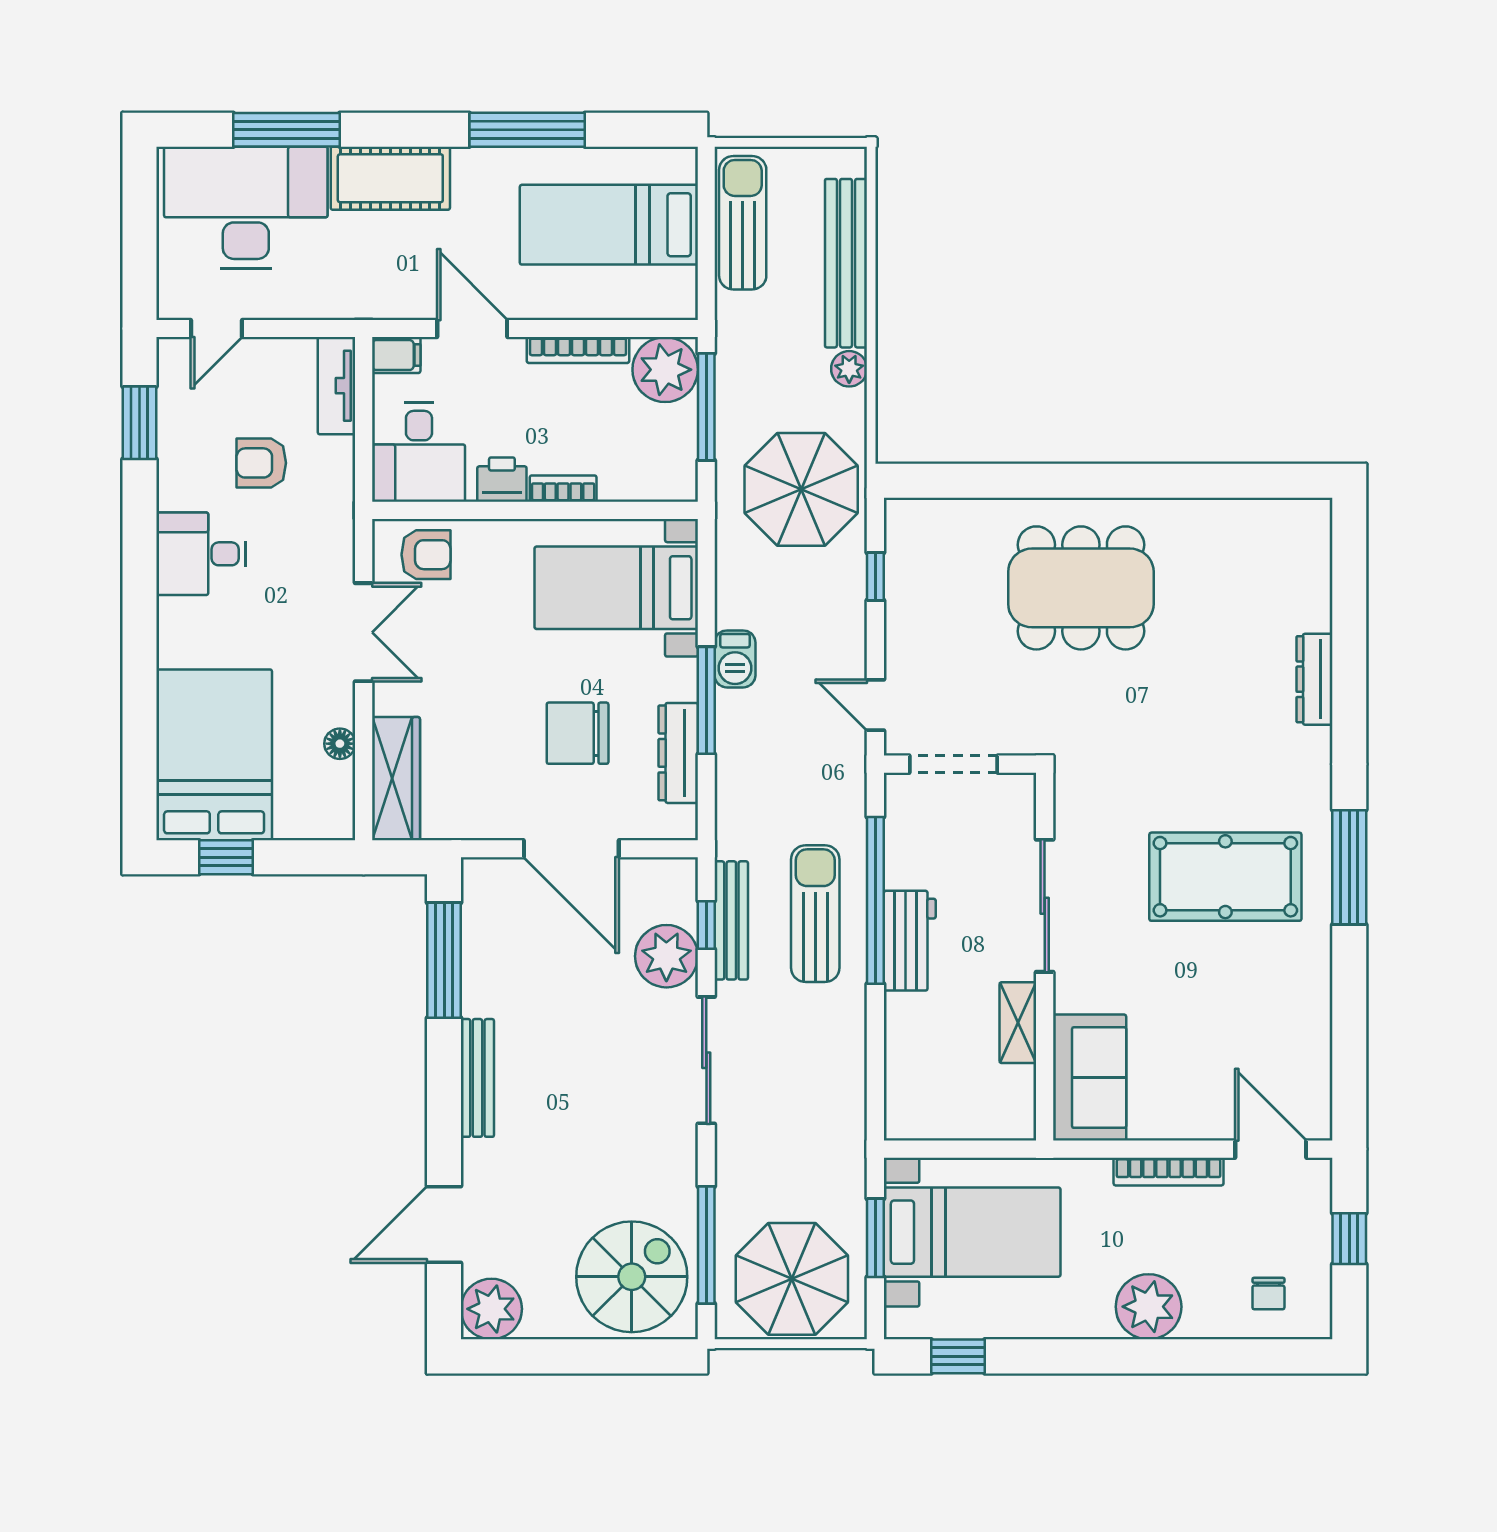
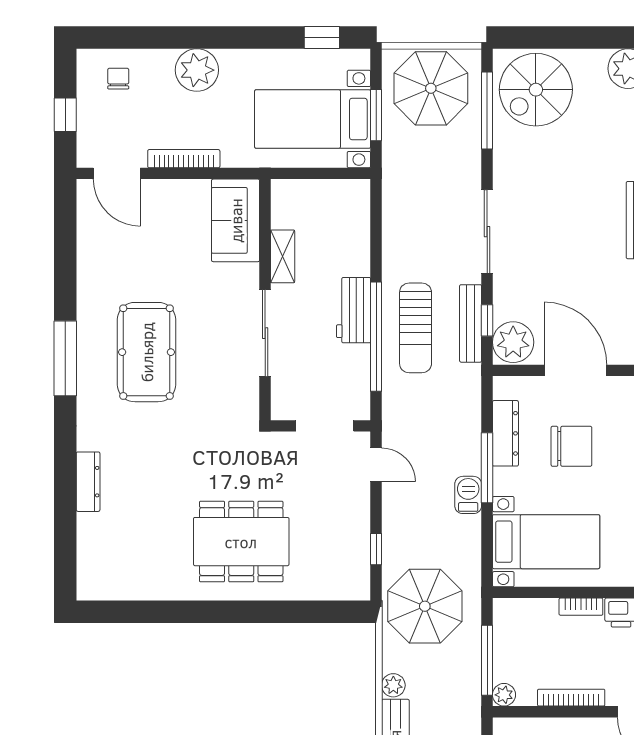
plant: (665, 370) -> (504, 695), width x0.53, depth x0.53
pool table: (1225, 877) -> (147, 352), turned 90
plant: (666, 956) -> (513, 342), moved

